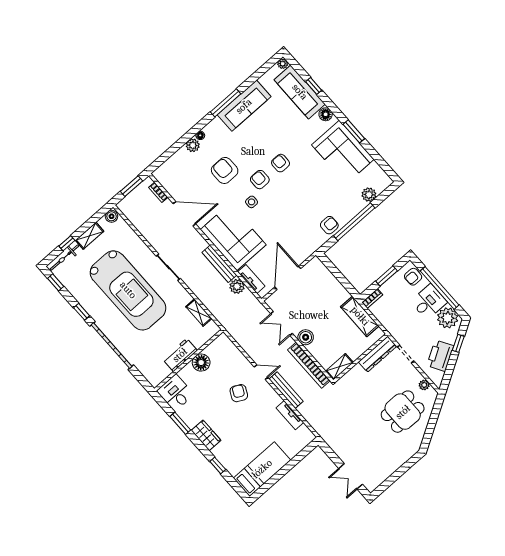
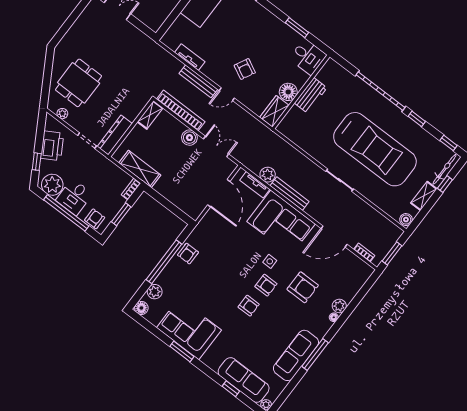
floor lamp: (326, 114) -> (141, 308), moved
car: (128, 290) -> (375, 149), turned 180
shelving: (199, 313) -> (300, 141), removed
wardrobe: (206, 435) -> (274, 111), moved, turned 90

